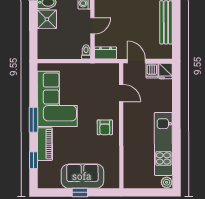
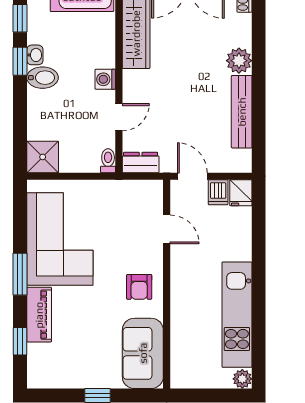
shower: (47, 19) -> (43, 157), moved
sofa: (82, 176) -> (143, 353), moved, turned -90

